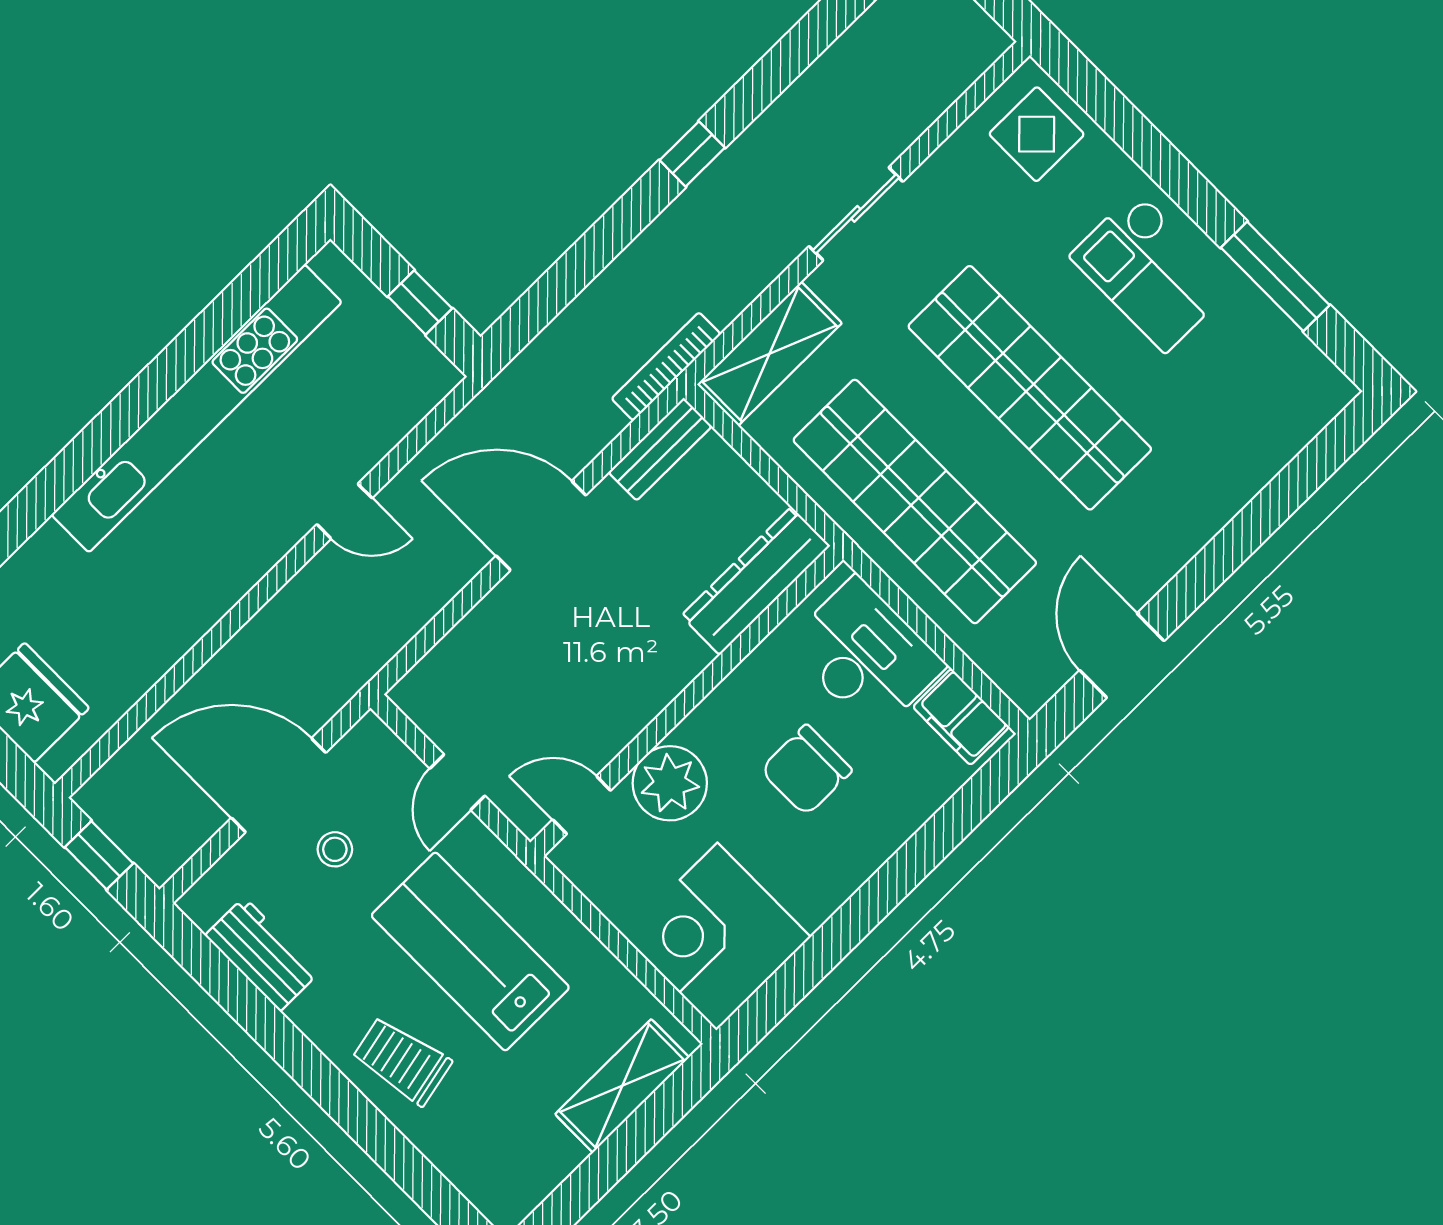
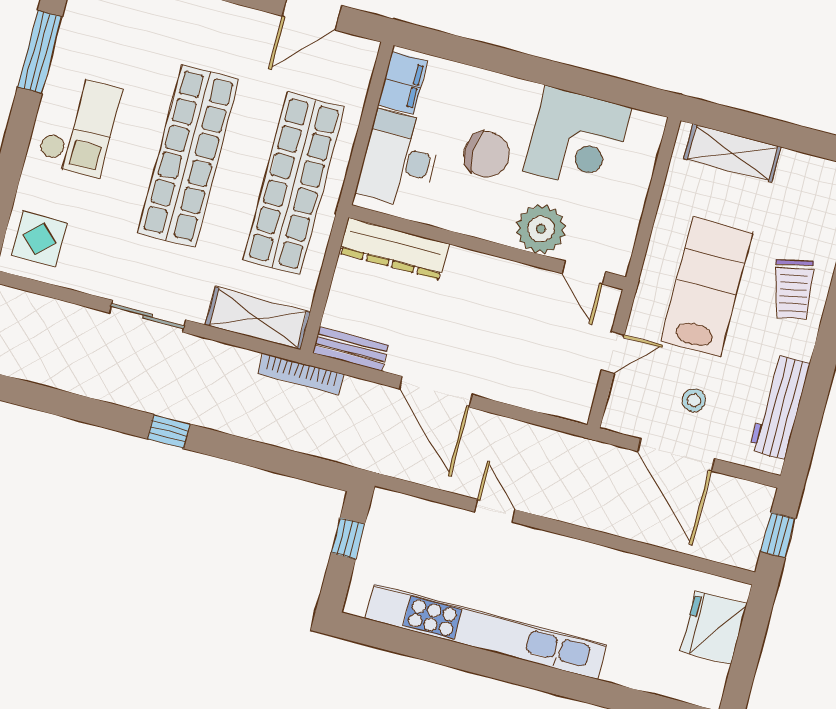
corner desk: (717, 937) -> (577, 140), moved
lab bench: (470, 951) -> (707, 287), turned 180
workbench: (262, 954) -> (780, 407), width x1.37

